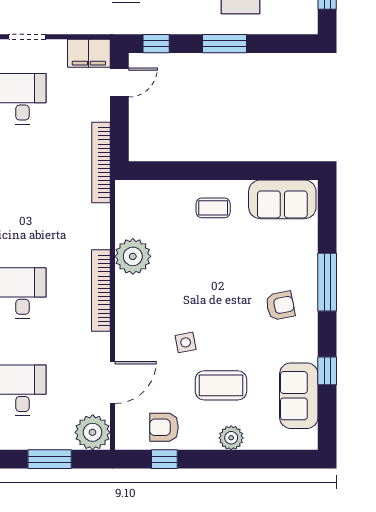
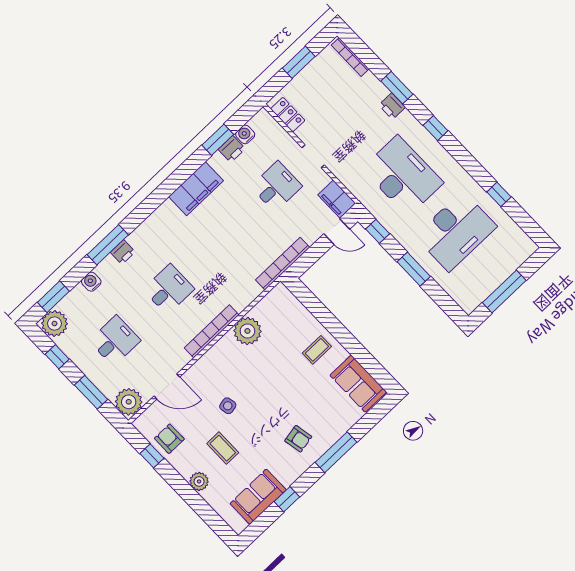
coffee table: (213, 208) -> (317, 350), turned 90
coffee table: (221, 385) -> (223, 448), width x0.73, depth x0.77

